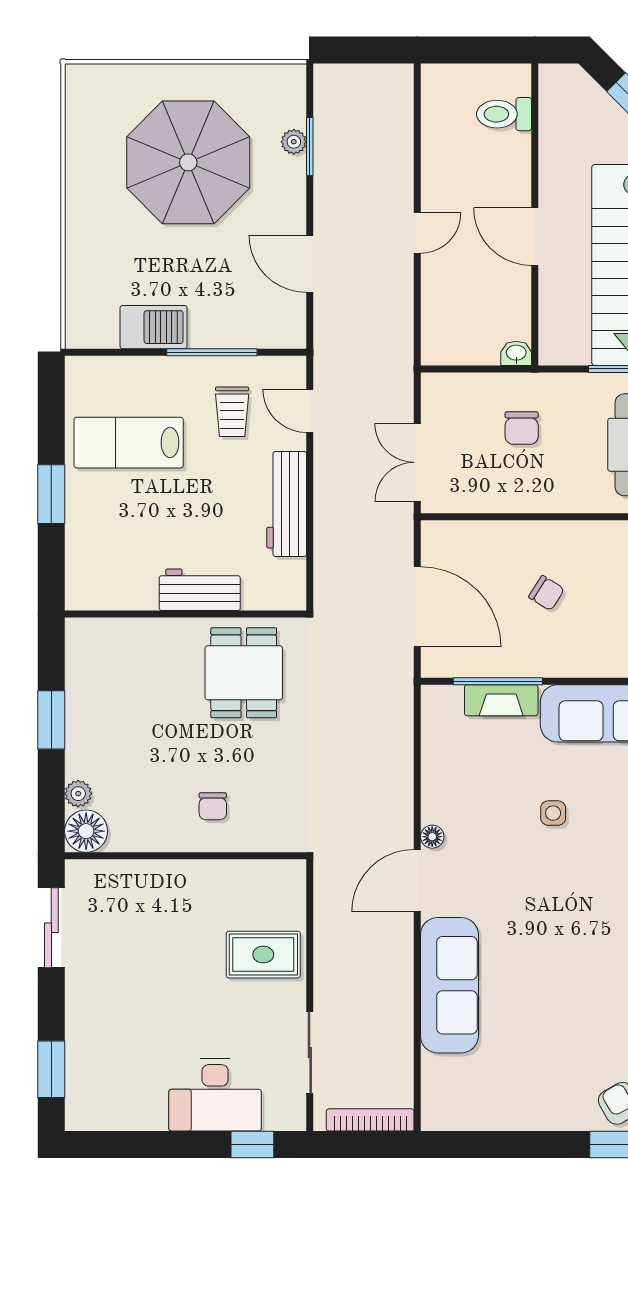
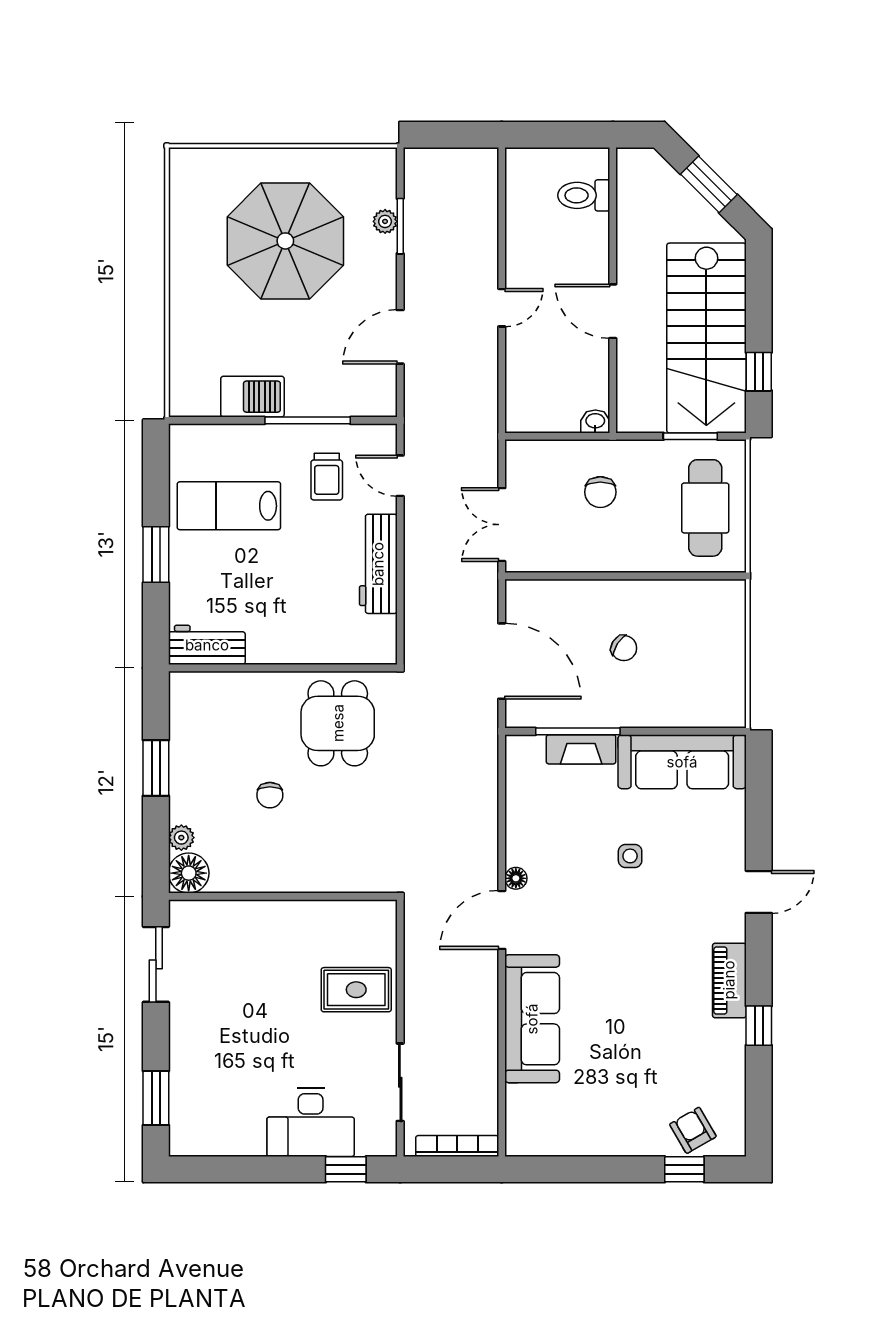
door: (310, 264) -> (400, 337), hinge flipped
workbench: (200, 590) -> (207, 645), moved
chair: (213, 806) -> (270, 795), moved

